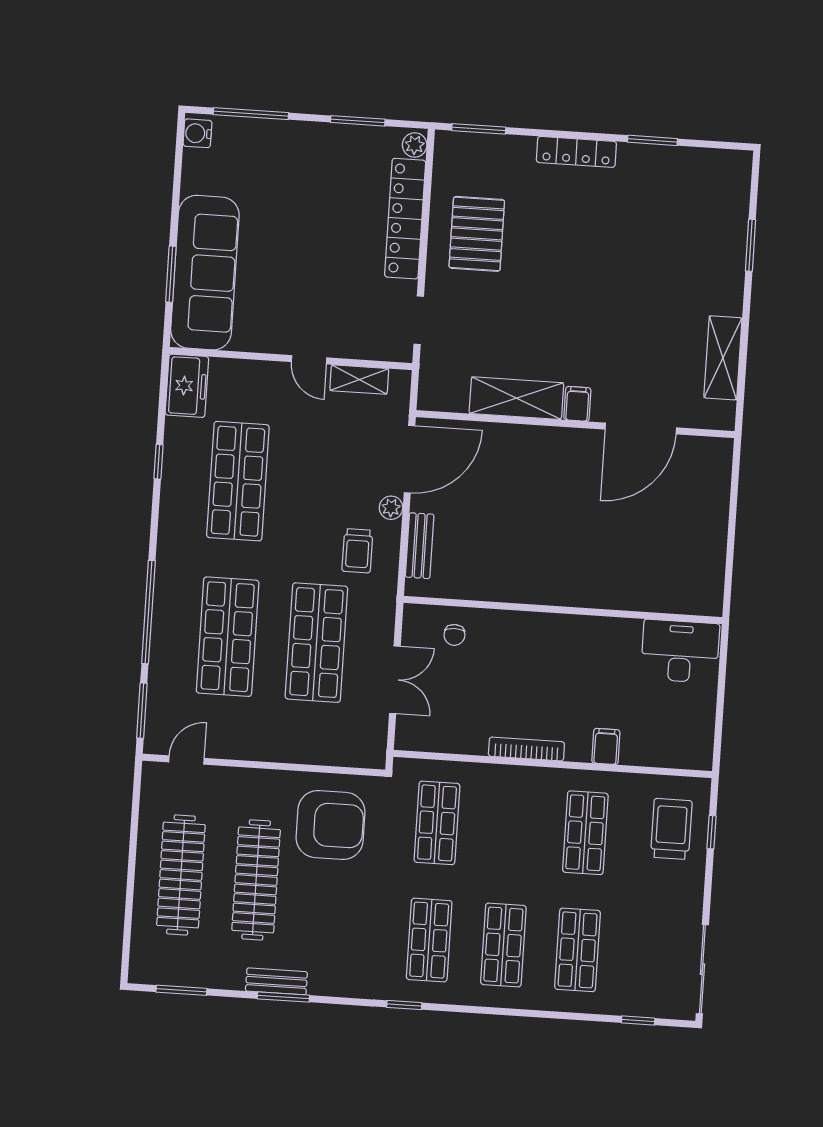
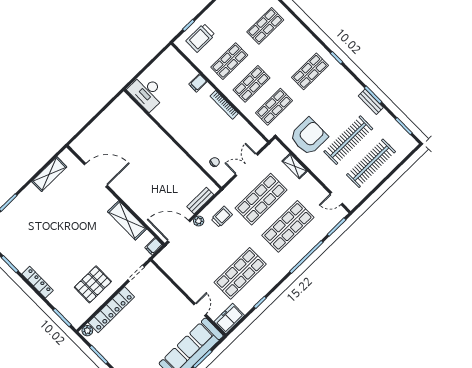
door: (309, 360) -> (200, 310), moved
shelving: (359, 380) -> (295, 166), moved
filing cabinet: (577, 404) -> (154, 246), moved
armchair: (331, 825) -> (309, 137), turned 90
shop shelf: (503, 945) -> (252, 84), moved

